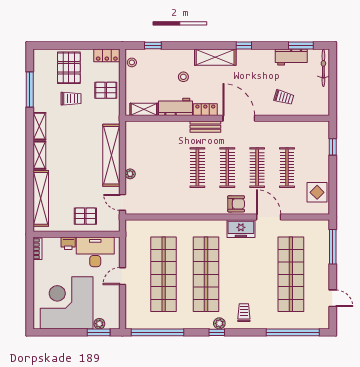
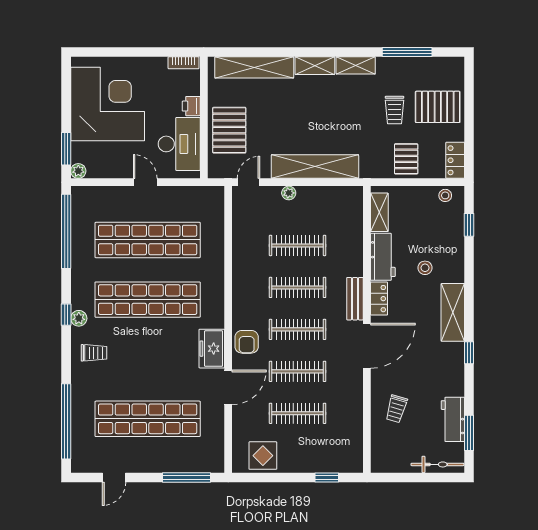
clothes rail: (167, 168) -> (298, 245), added
pallet: (85, 216) -> (229, 130), width x1.50, depth x1.42
plant: (99, 324) -> (78, 171), moved

